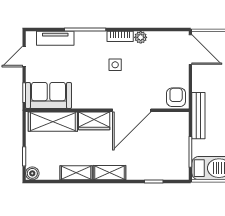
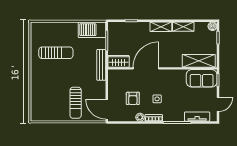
armchair: (176, 97) -> (133, 98), moved
wardrobe: (94, 121) -> (119, 61), moved

